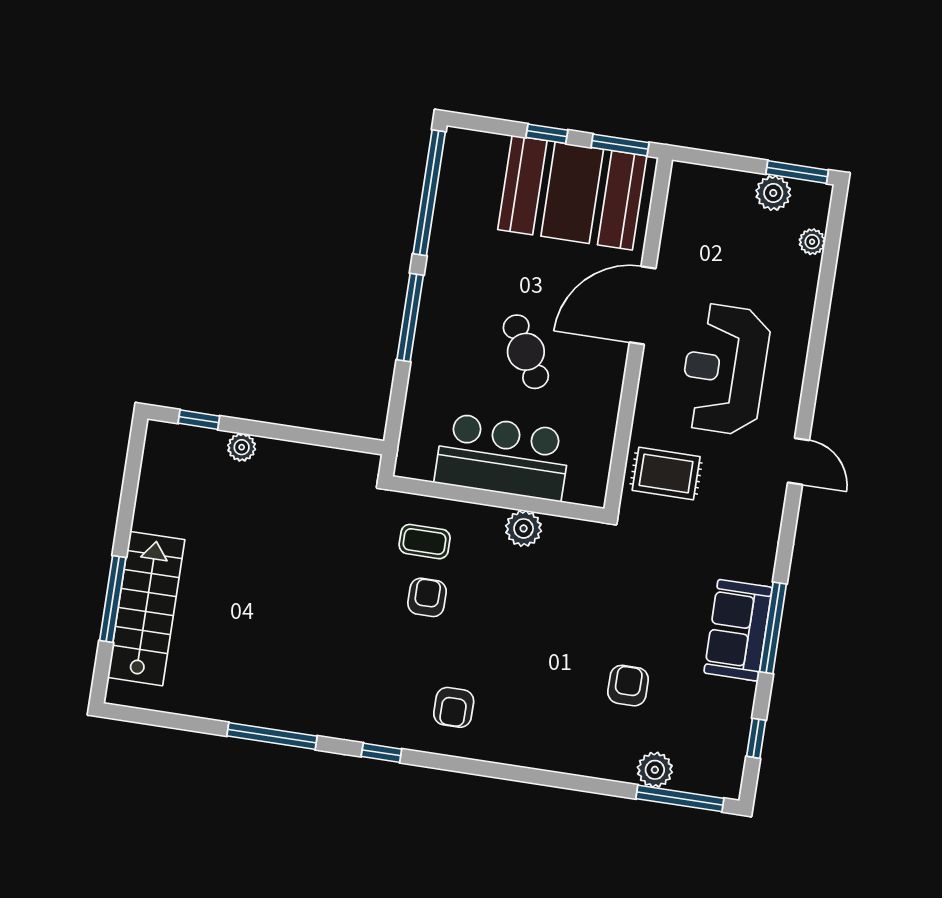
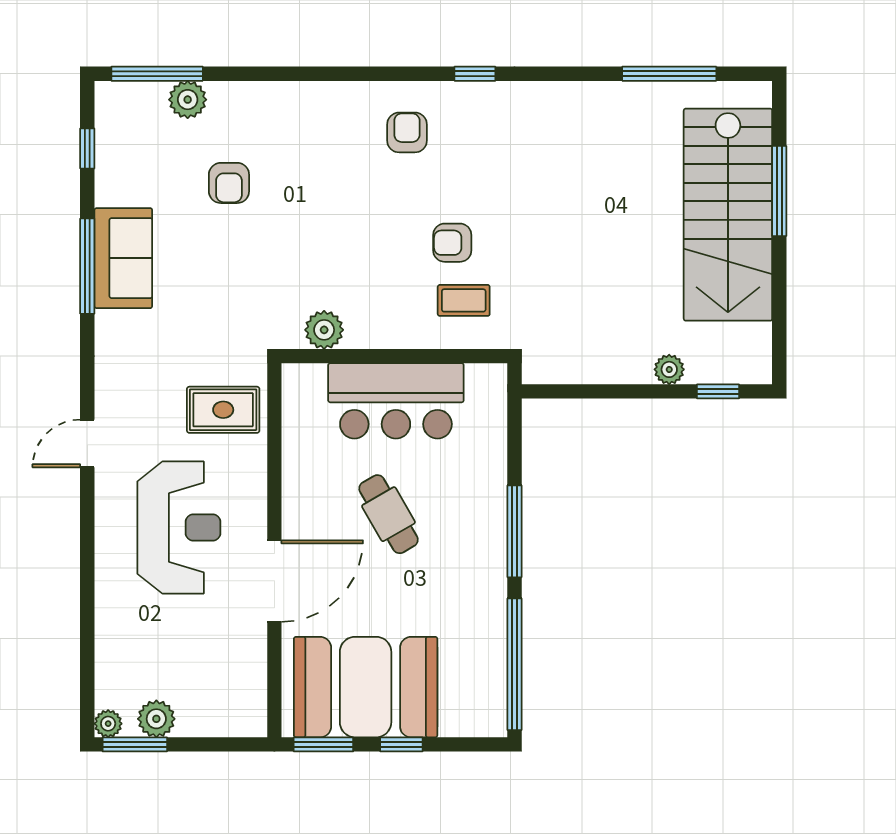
plant: (812, 242) -> (108, 724), moved
door: (798, 461) -> (87, 443), hinge flipped
plant: (524, 528) -> (324, 330), moved
armchair: (427, 597) -> (452, 243), turned 90
stairs: (146, 609) -> (728, 215), width x1.36, depth x1.51
window: (272, 736) -> (669, 74), moved

